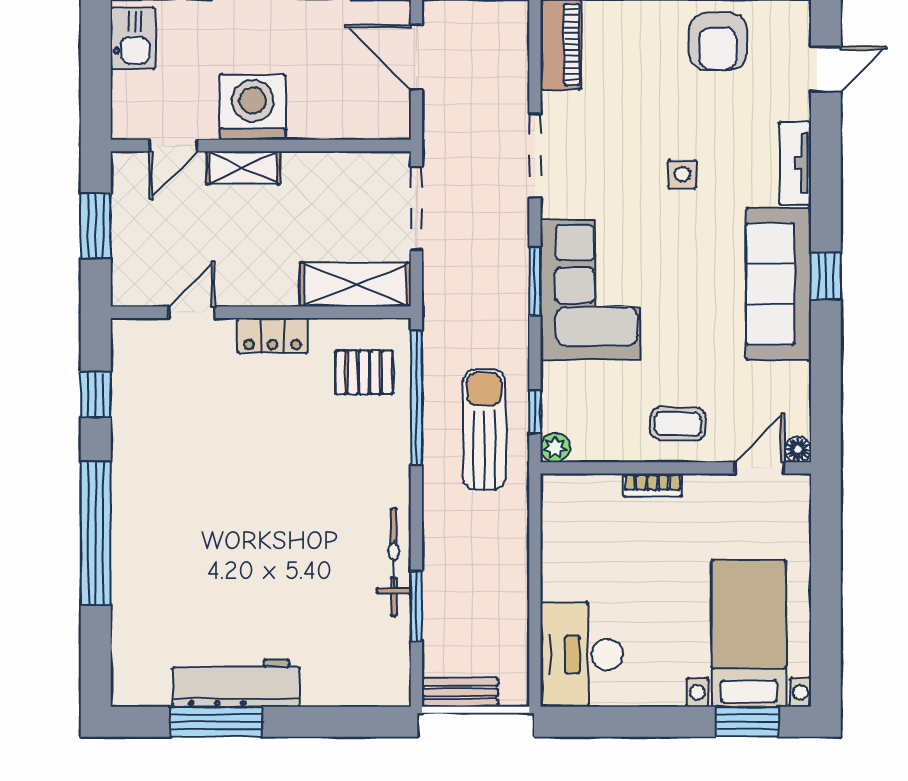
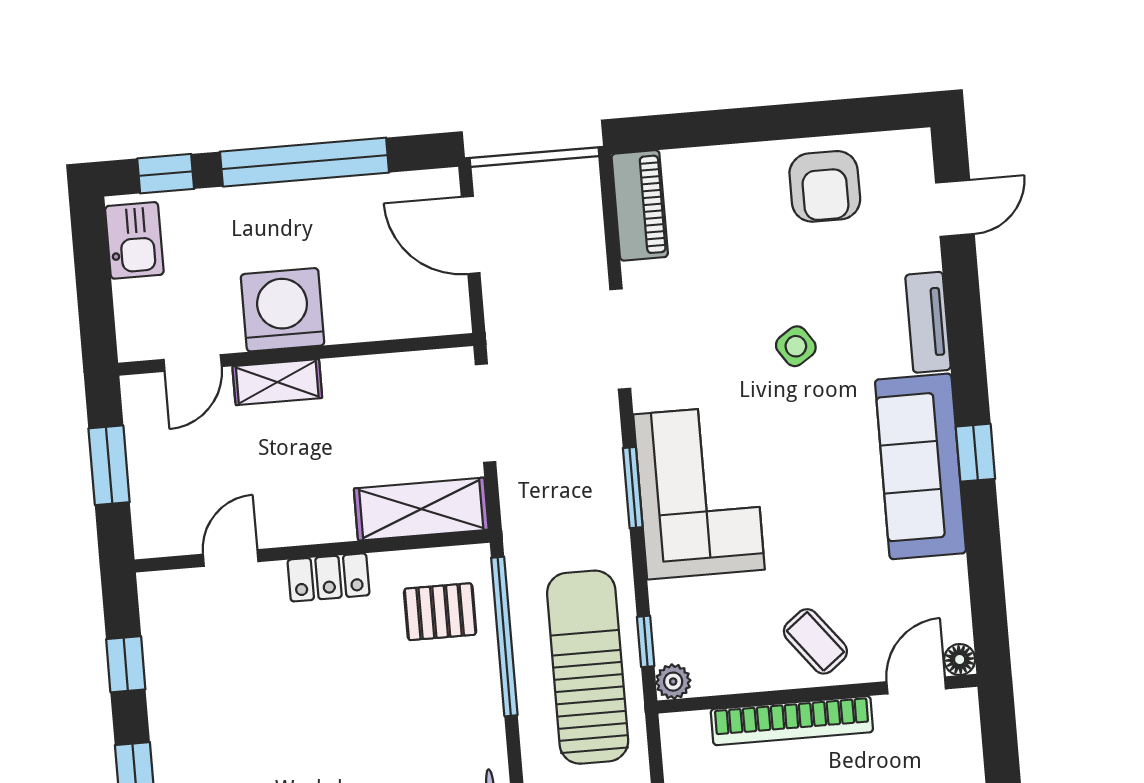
side table: (682, 174) -> (796, 346), turned -34
coffee table: (678, 424) -> (815, 641), turned 50
sun lounger: (484, 429) -> (588, 667), width x1.36, depth x1.34
bookcase: (652, 485) -> (792, 721), width x2.31, depth x1.31

